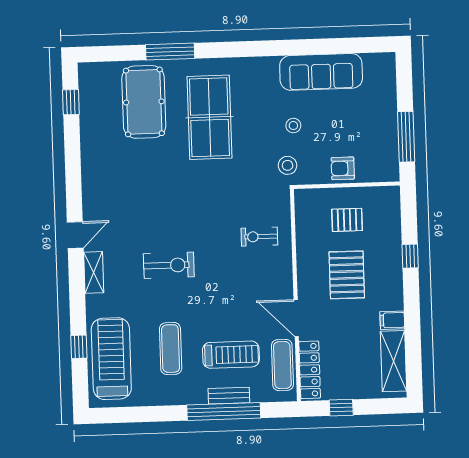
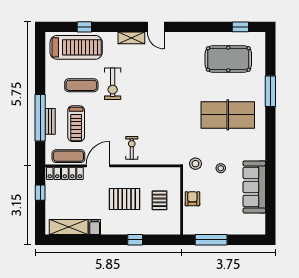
pool table: (144, 102) -> (228, 59), moved
exercise bike: (259, 237) -> (132, 148), moved
exercise bike: (169, 265) -> (113, 84), moved

